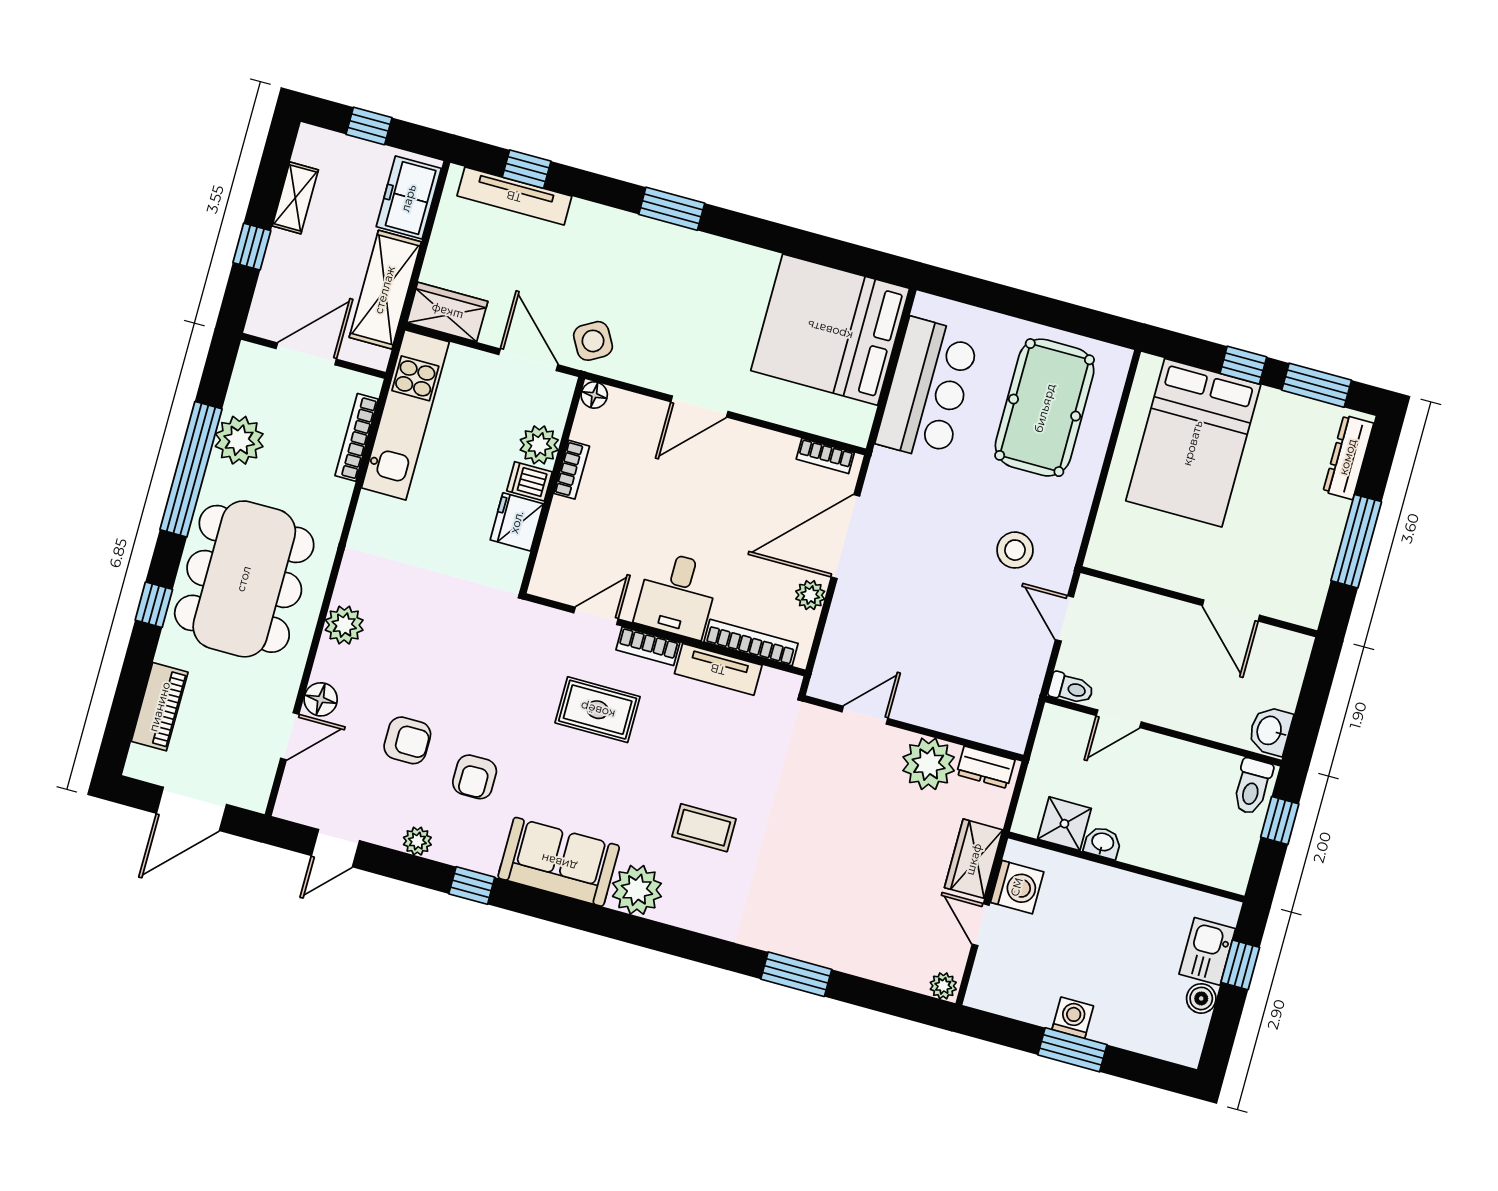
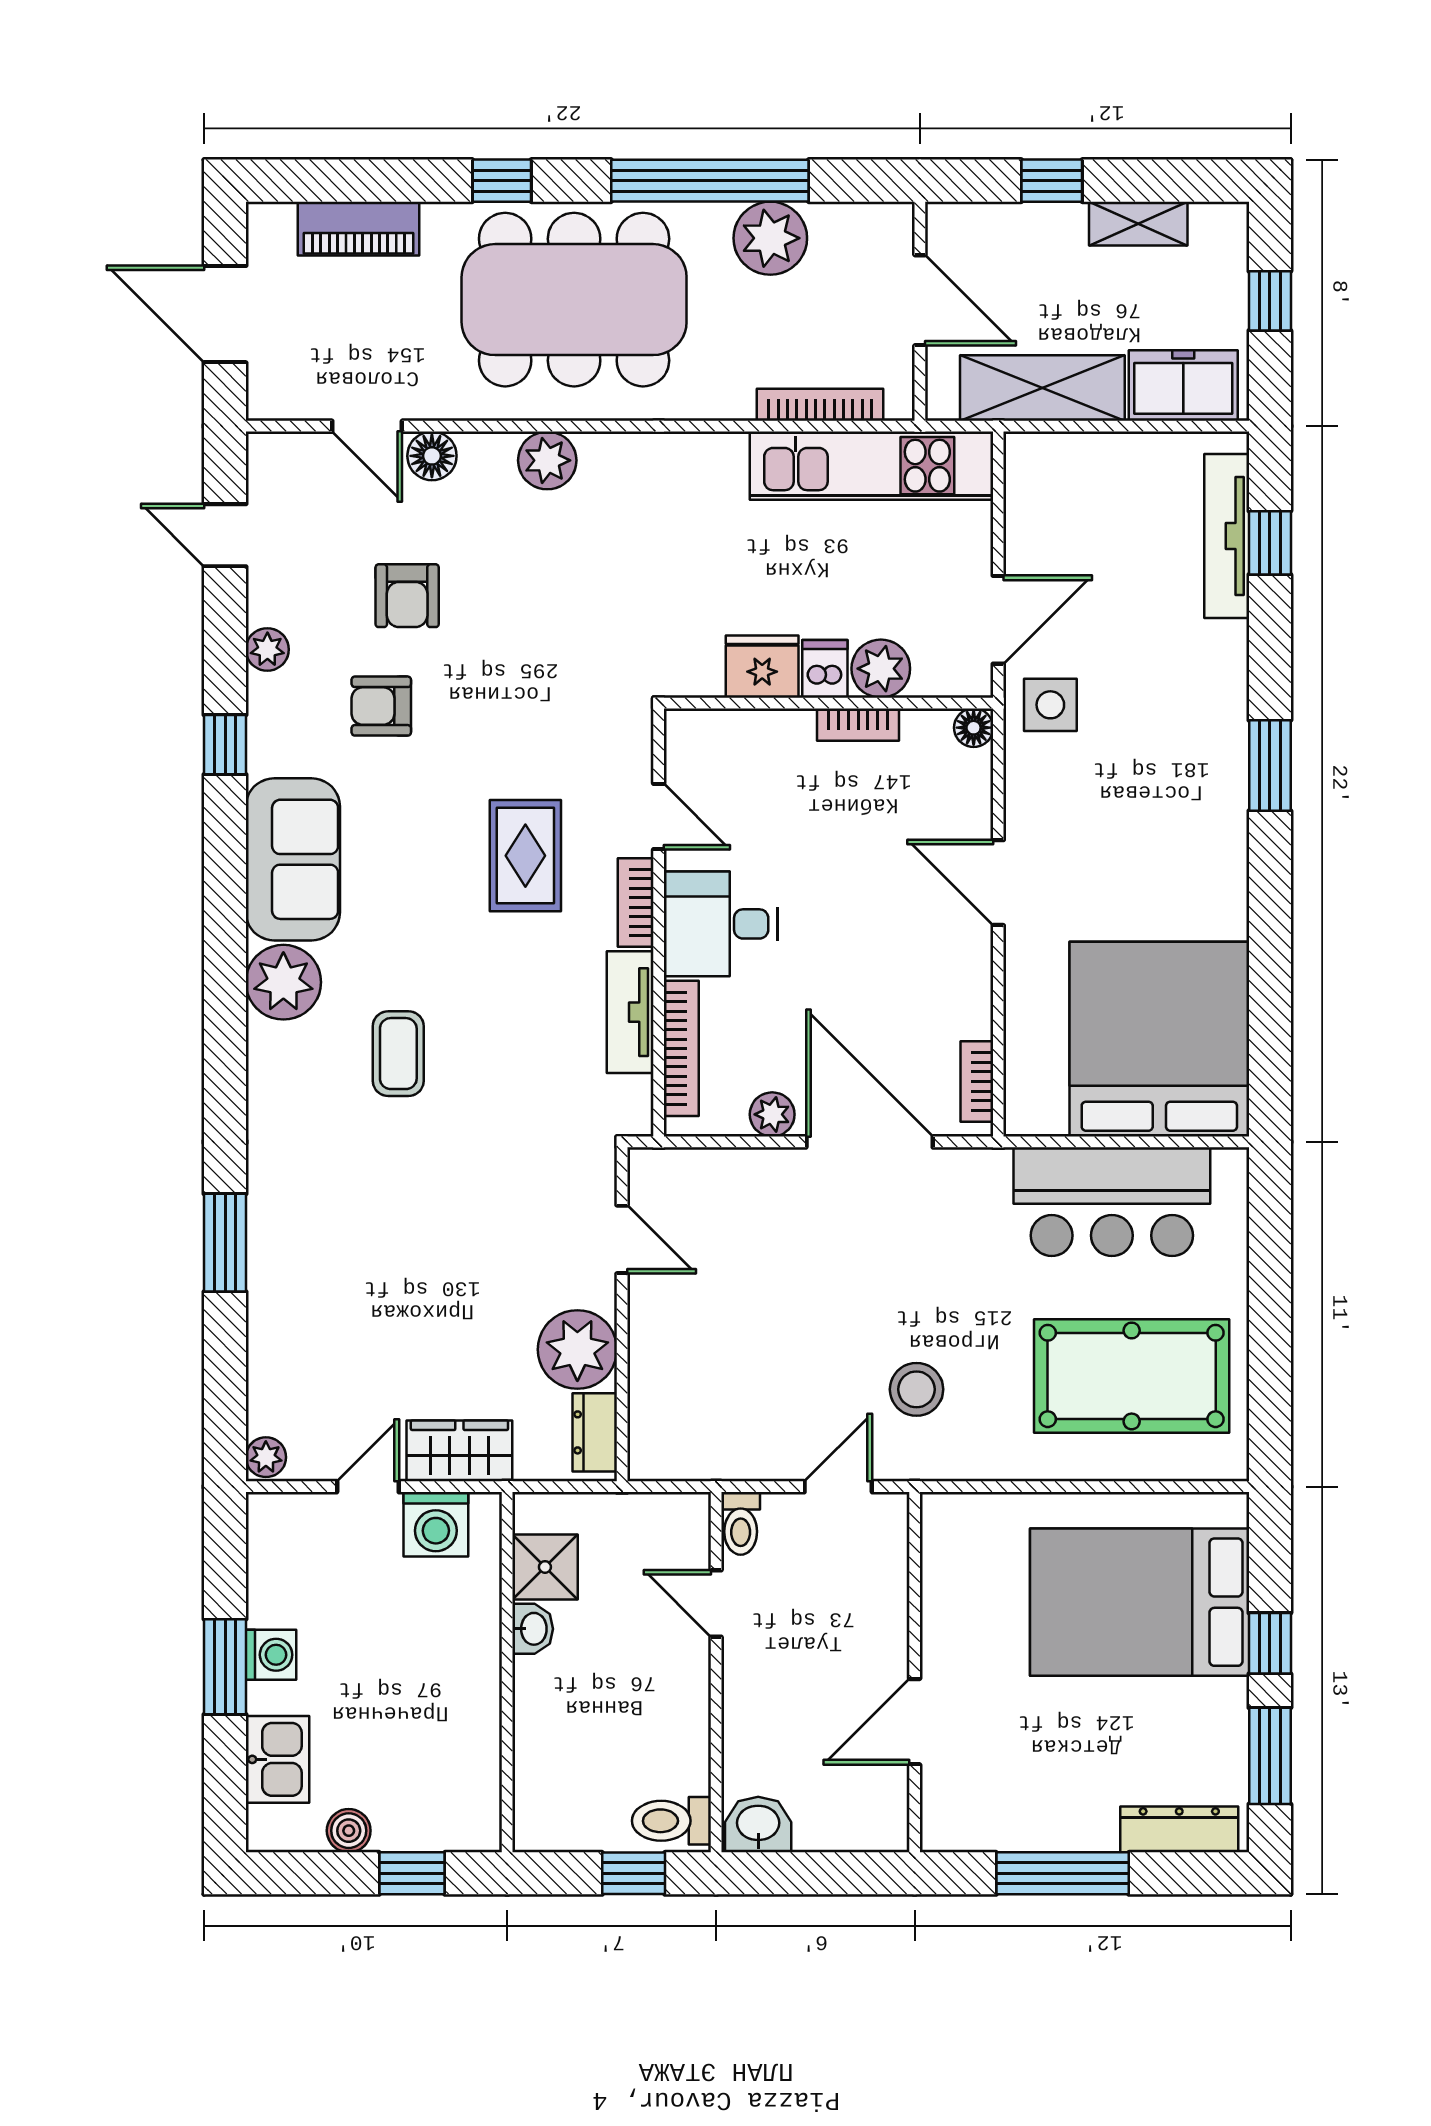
wardrobe: (447, 312) -> (1035, 485), removed
side table: (593, 341) -> (1050, 705), turned 30
kitchen sink: (1207, 951) -> (278, 1759), moved, turned 90

